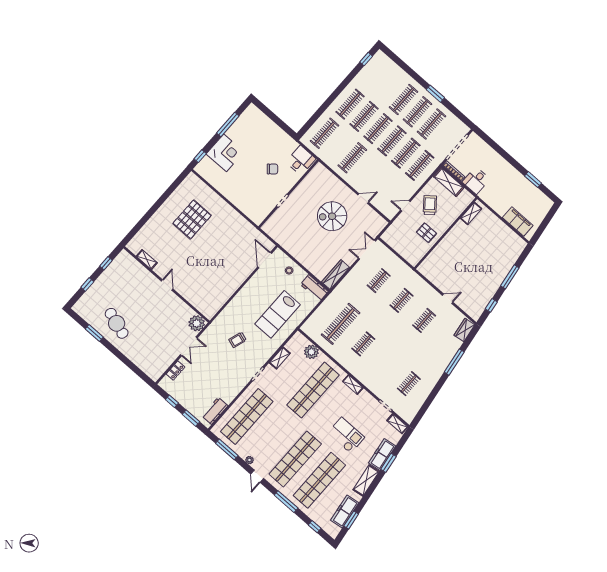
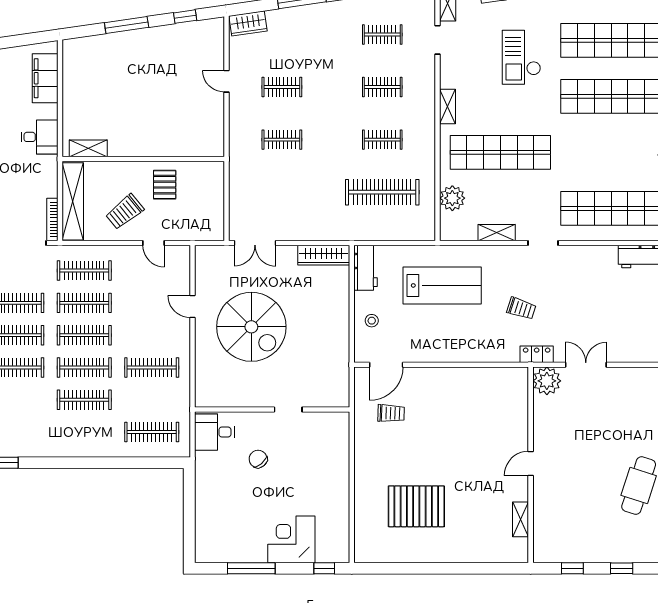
clothes rail: (350, 104) -> (84, 432), removed
desk: (476, 181) -> (40, 137), moved
shelving: (449, 182) -> (73, 201), width x1.47
spiral stairs: (332, 216) -> (251, 327), width x1.37, depth x1.37
trolley: (242, 244) -> (391, 413), added
clothes rail: (379, 281) -> (382, 87), moved
locker: (176, 371) -> (537, 354), moved

